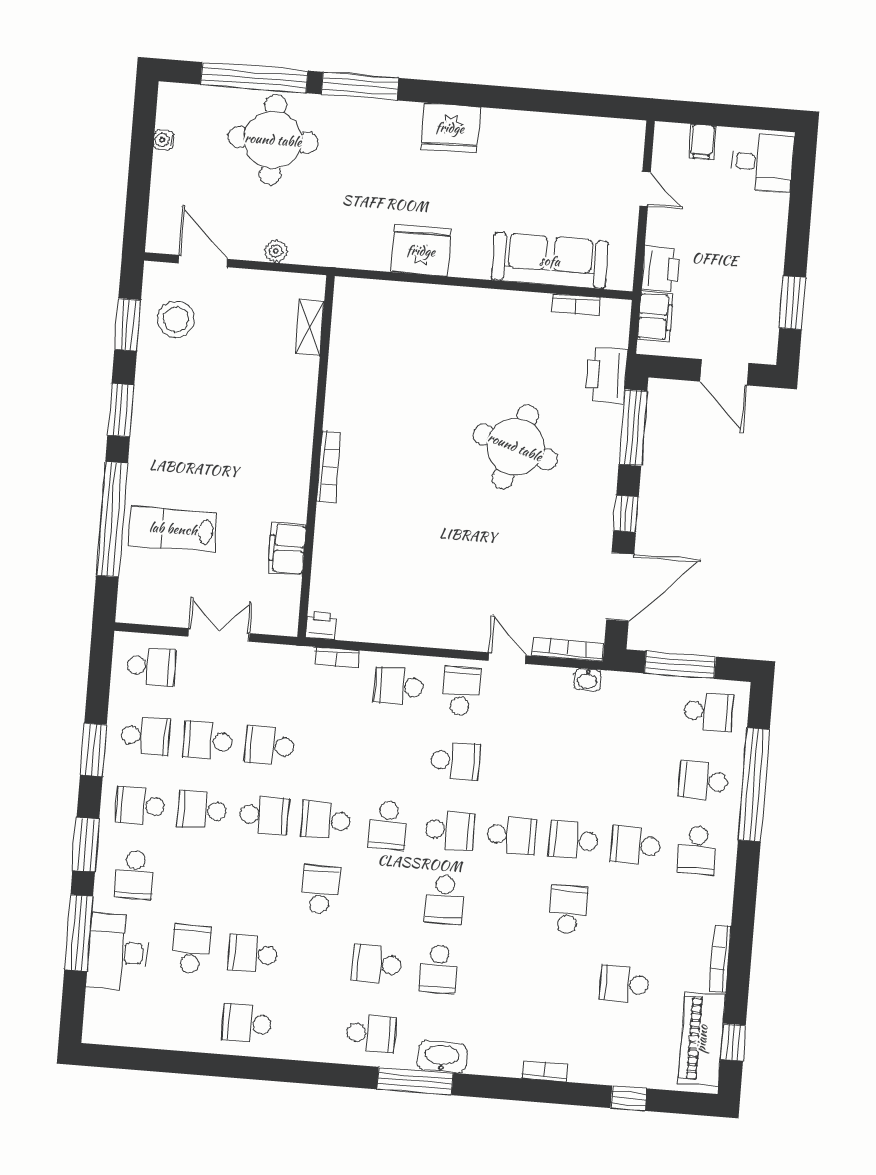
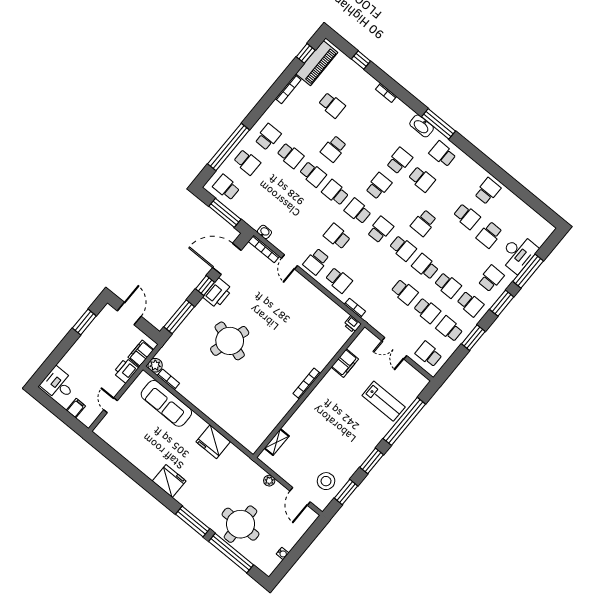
plant: (616, 313) -> (155, 365), added
printer: (606, 375) -> (218, 293), moved
school desk: (247, 1023) -> (488, 191), turned -90

